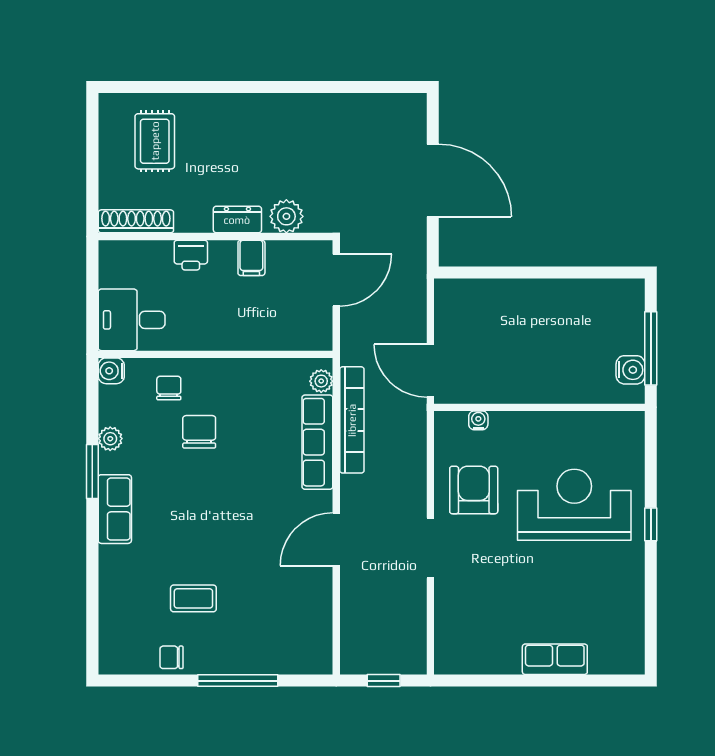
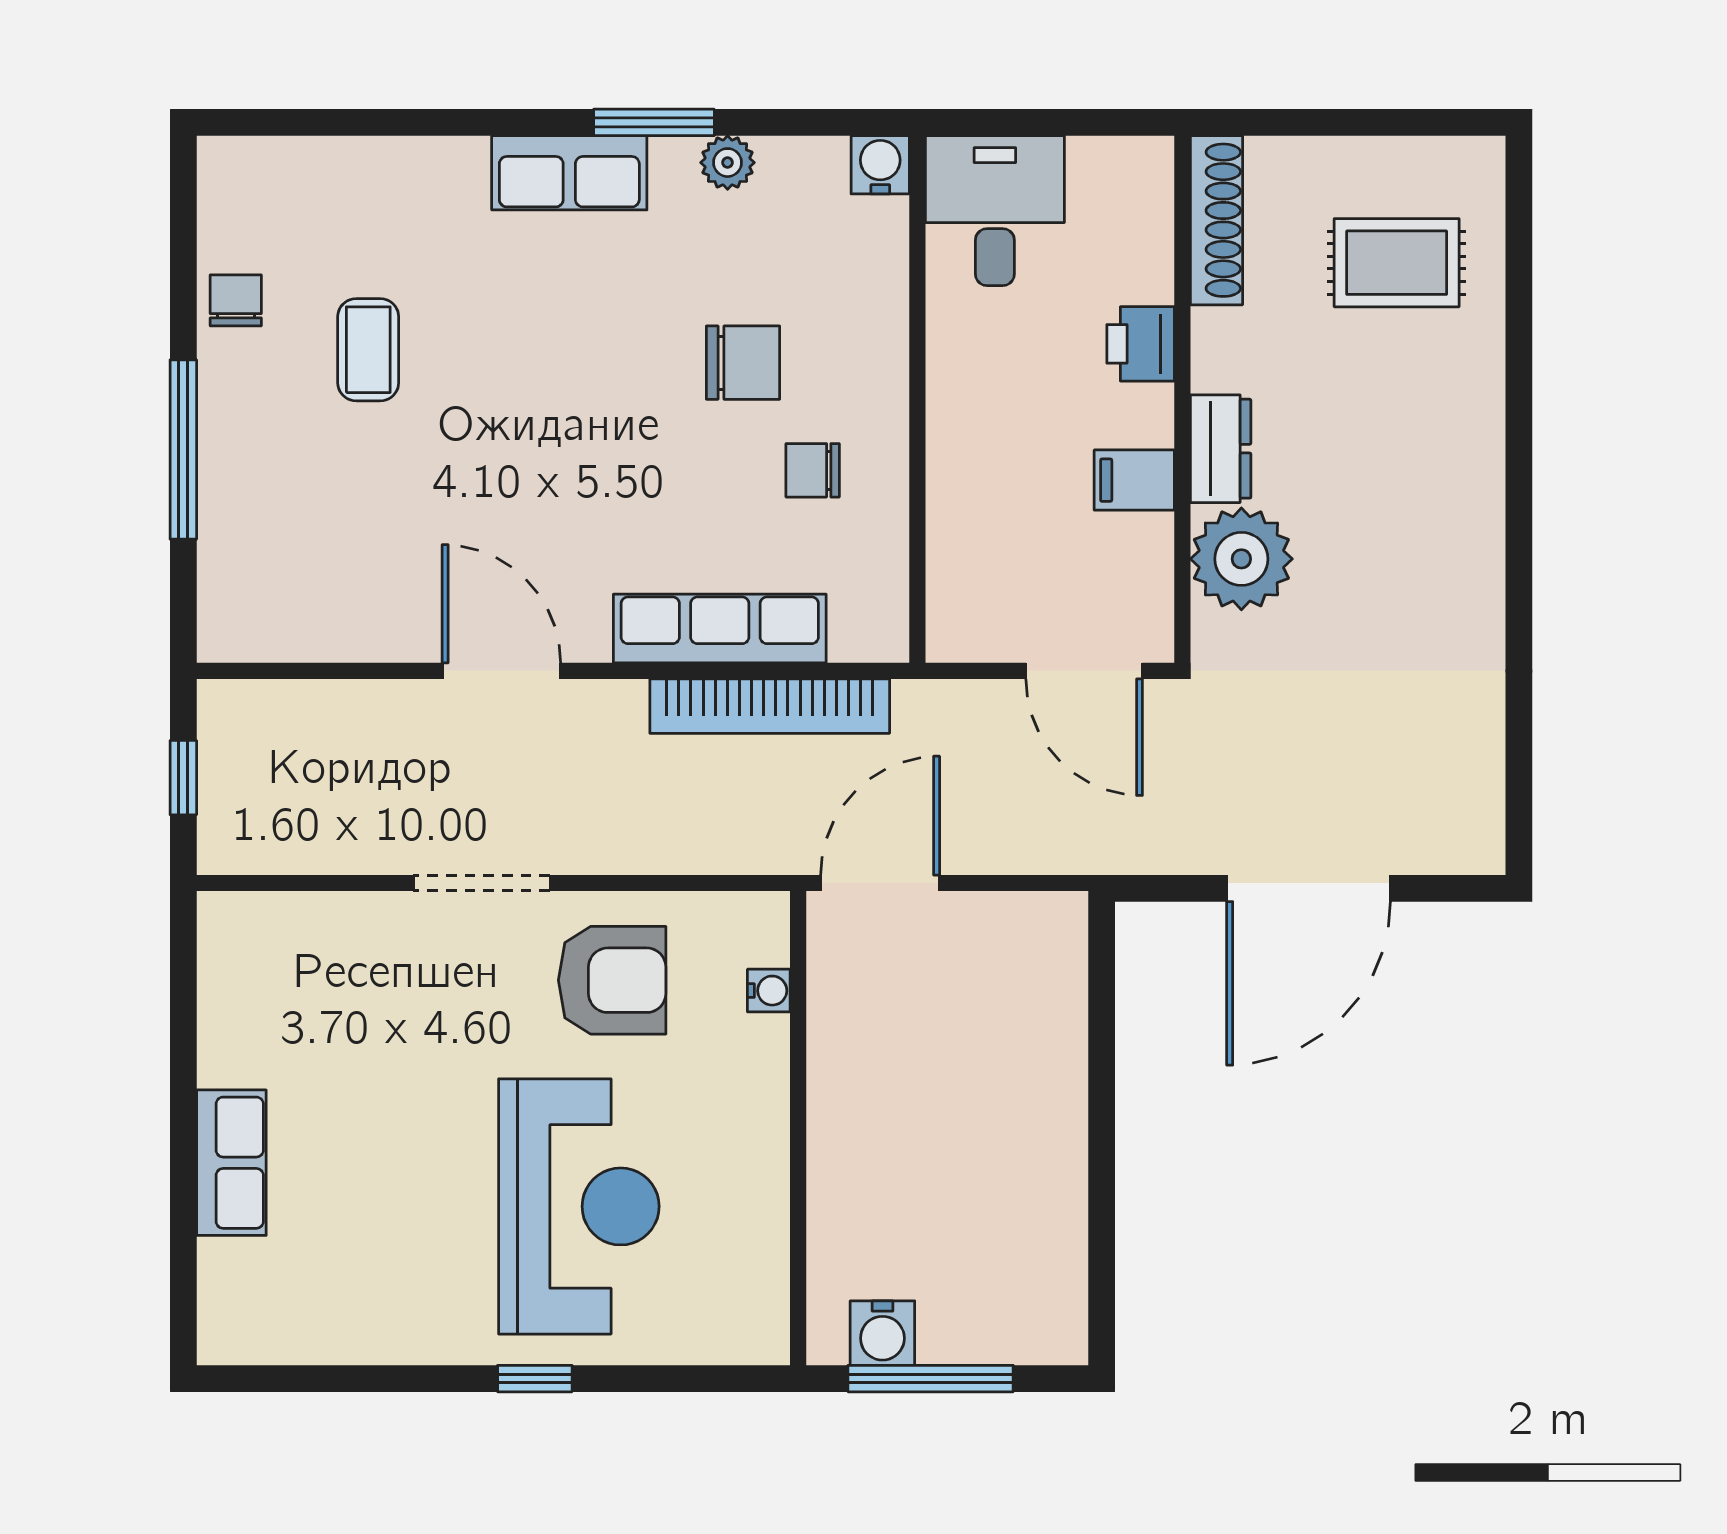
plant: (286, 216) -> (1241, 559), width x1.36, depth x1.36
plant: (321, 381) -> (857, 637), removed
chair: (169, 388) -> (813, 470), moved, turned 180

